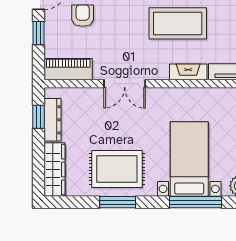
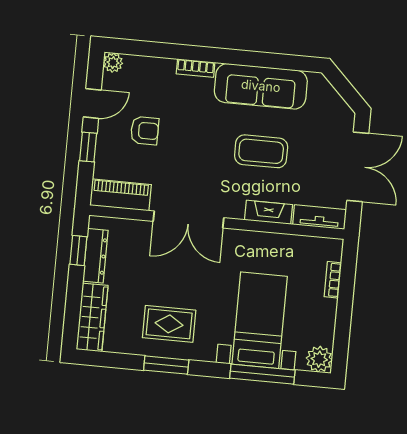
armchair: (83, 16) -> (145, 131), turned 90
coffee table: (178, 23) -> (261, 151), width x0.73, depth x0.76
double door: (125, 84) -> (188, 219), width x1.37
rug: (117, 169) -> (169, 324), width x0.73, depth x0.70

